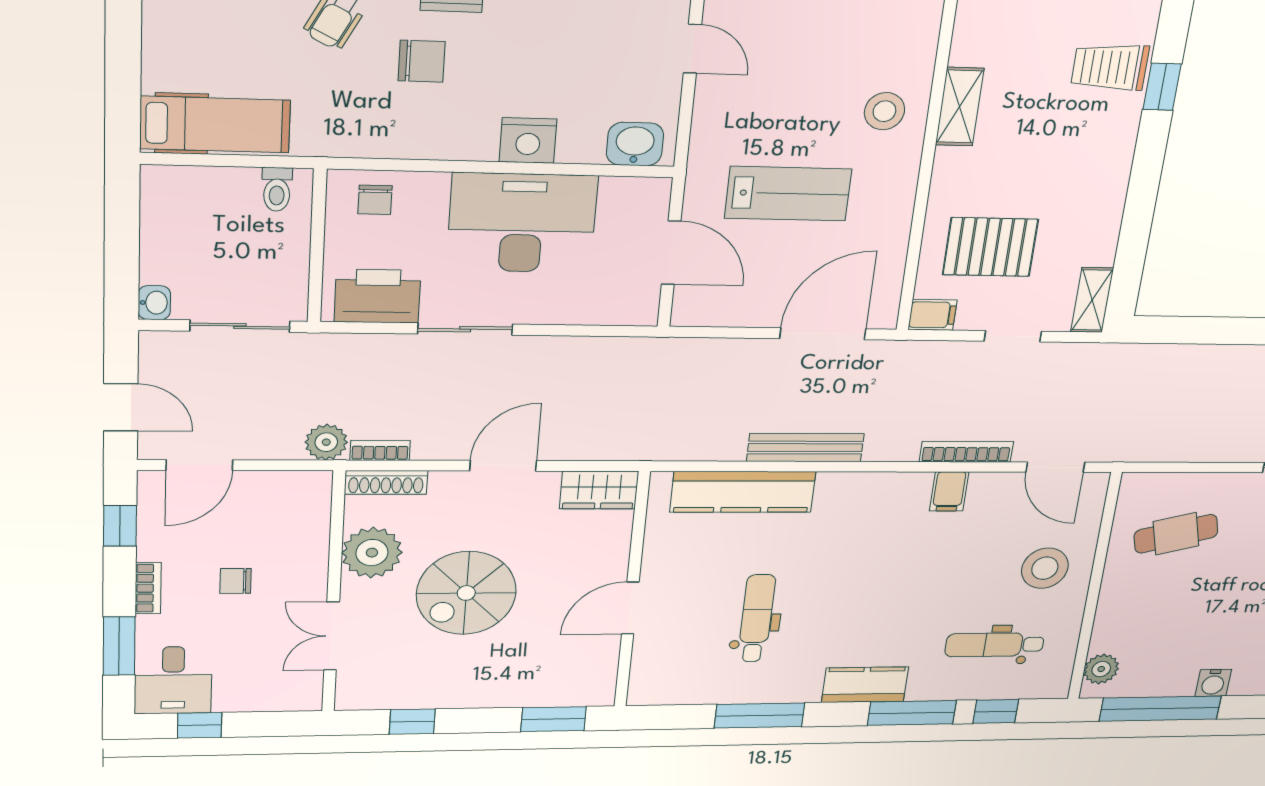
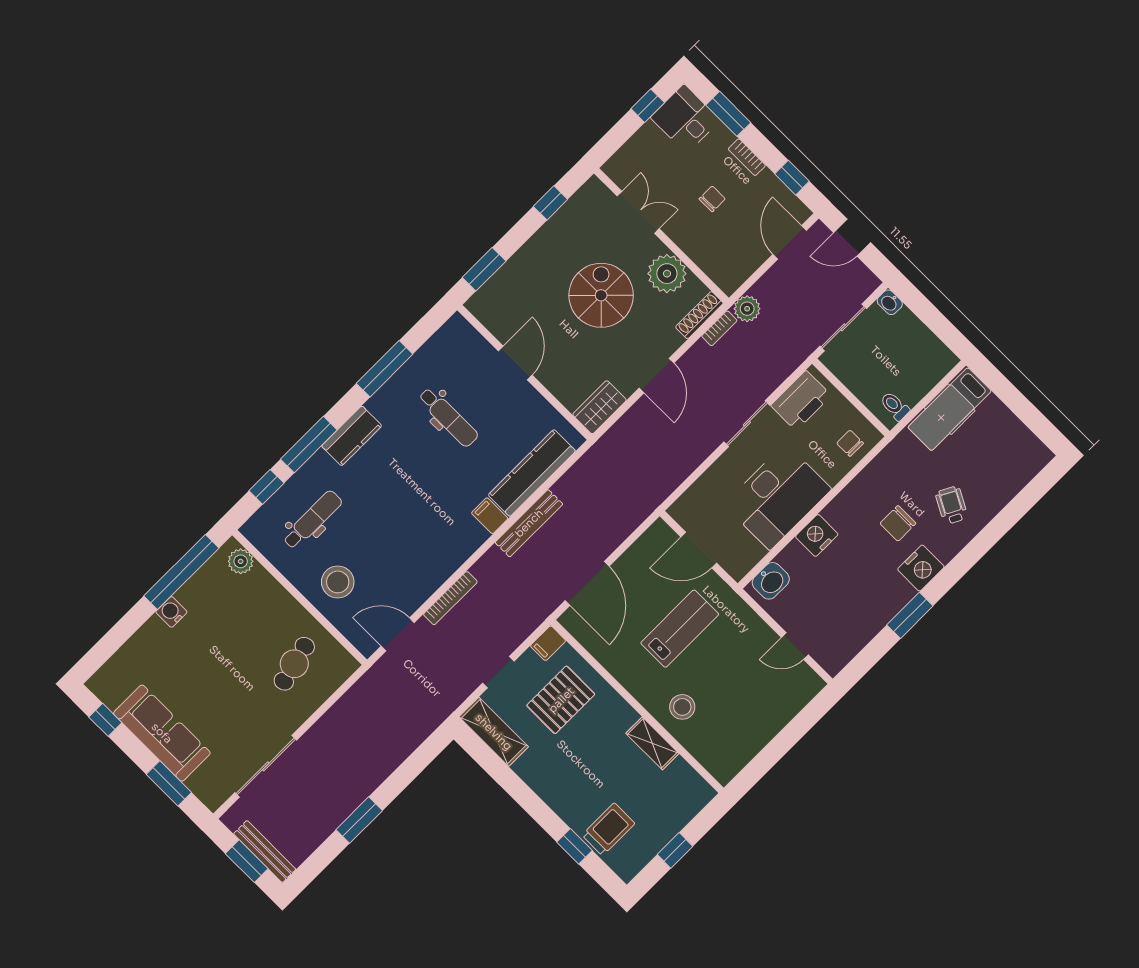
lab bench: (788, 194) -> (680, 629), turned 180
shelving: (1092, 300) -> (494, 732), width x1.50, depth x1.33
filing cabinet: (949, 491) -> (490, 516), moved

